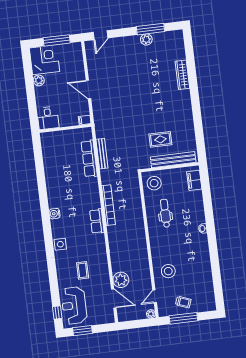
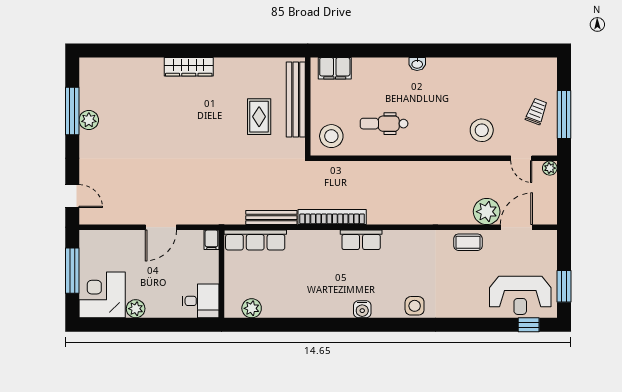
wardrobe: (182, 75) -> (189, 67), moved
plant: (47, 149) -> (252, 308), added
row of seats: (89, 159) -> (255, 240), moved
bookcase: (109, 205) -> (332, 217), moved
row of seats: (97, 221) -> (361, 240), moved
coffee table: (83, 270) -> (468, 242), moved

